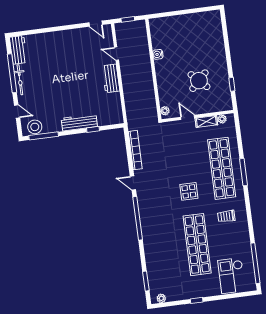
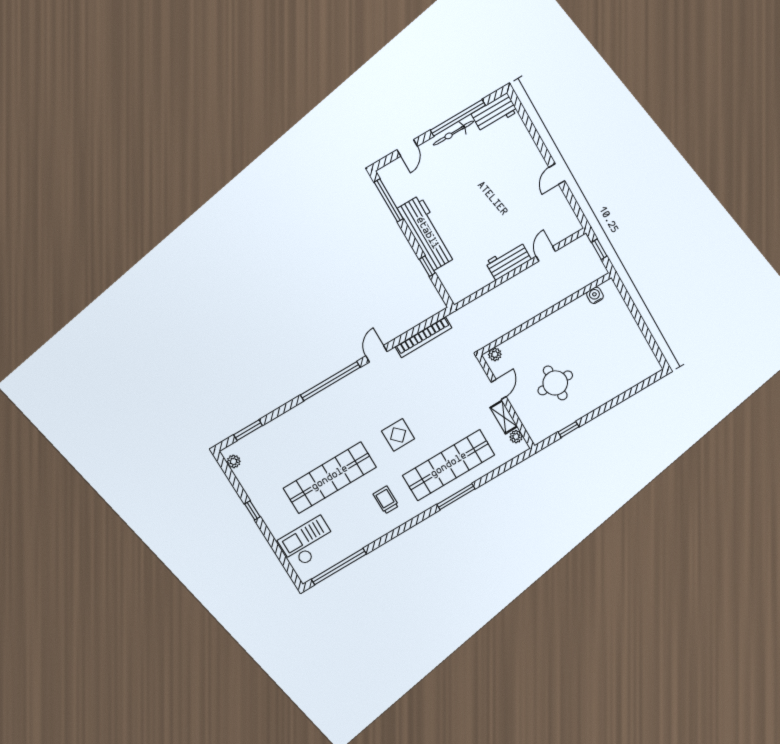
door: (96, 24) -> (557, 174), moved
water cooler: (158, 54) -> (595, 295), moved
round table: (199, 81) -> (555, 383), turned 45
workbench: (79, 122) -> (427, 233), width x1.36, depth x1.32
stool: (35, 127) -> (396, 183), removed

